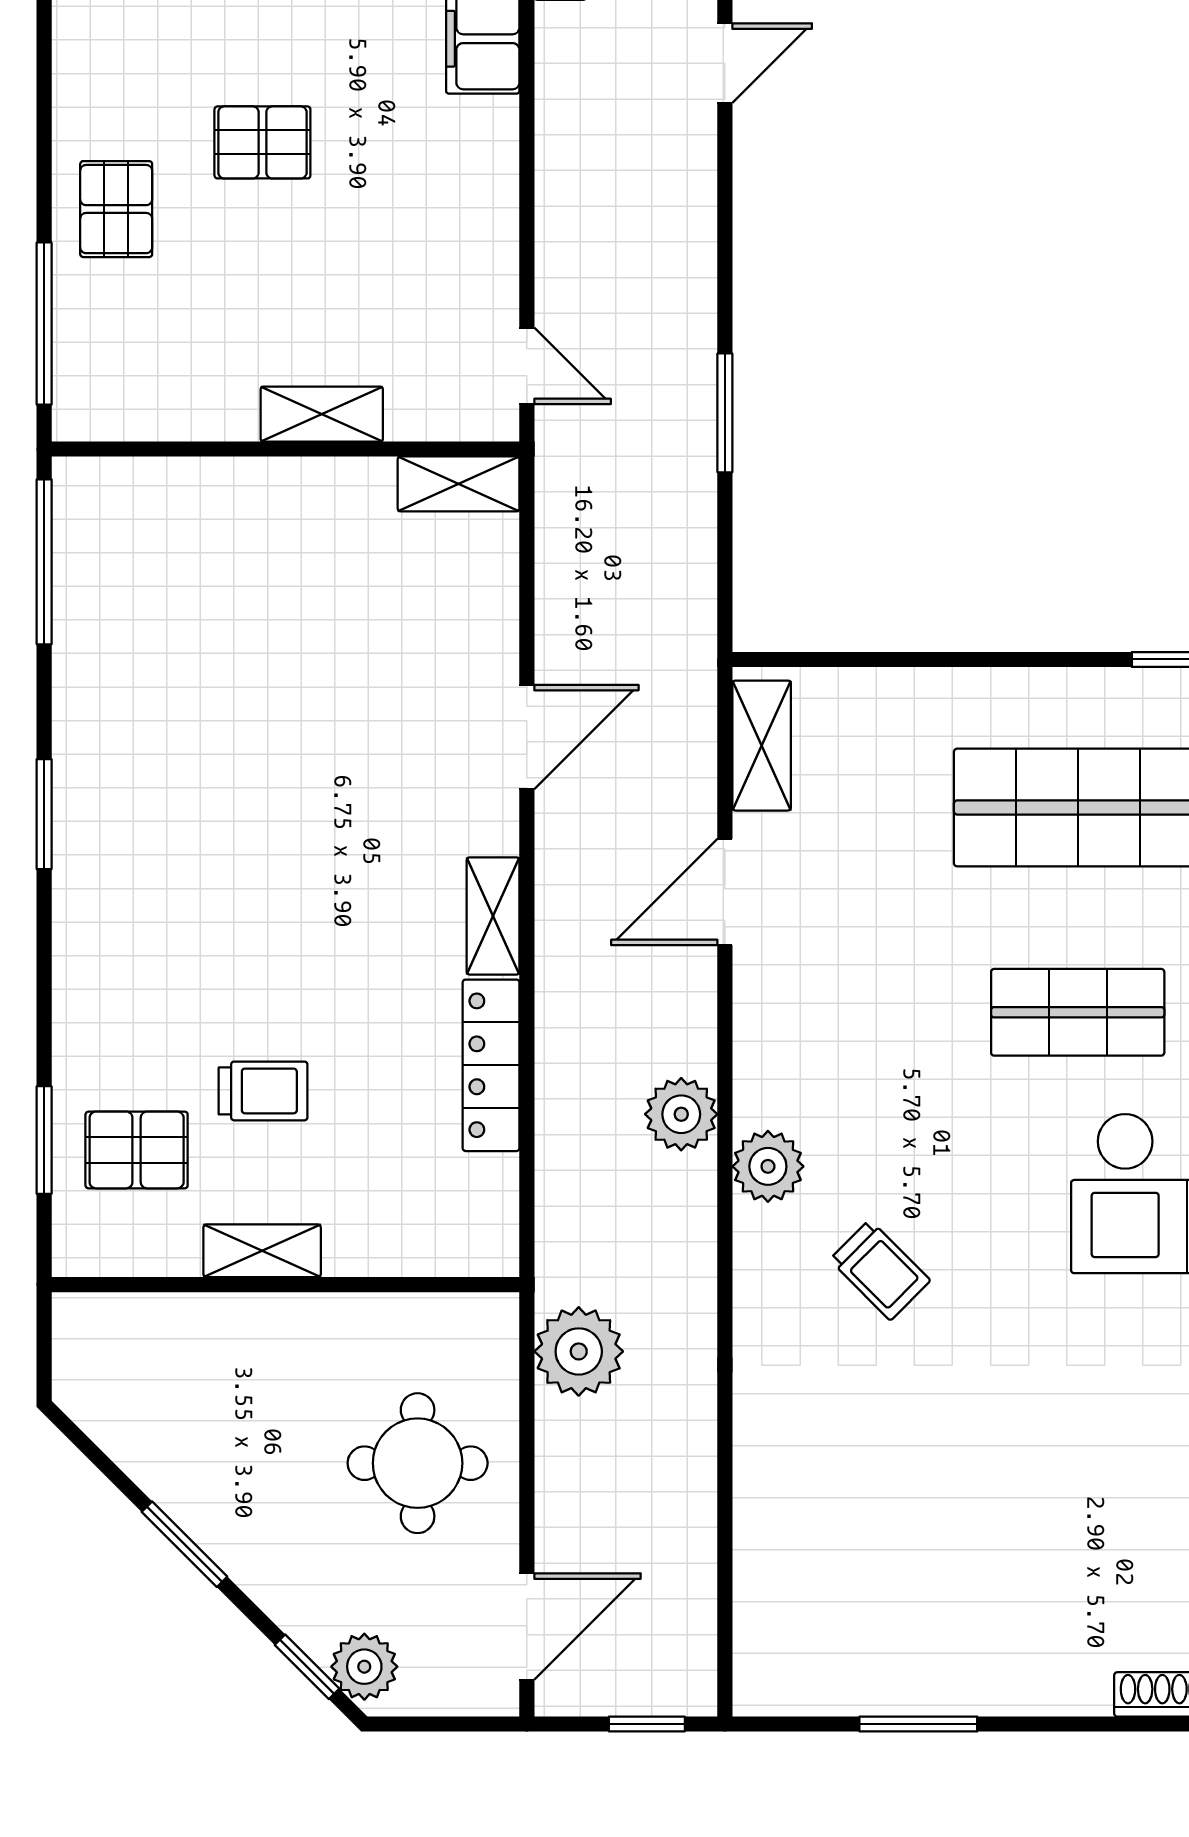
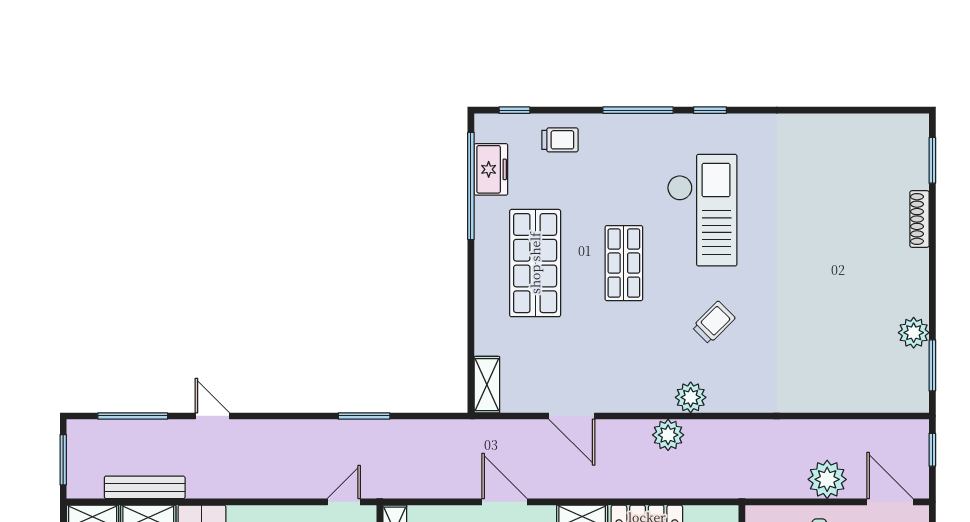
shelving: (762, 746) -> (487, 385), moved, turned 90
trolley: (880, 1270) -> (714, 323), moved
plant: (579, 1351) -> (827, 479), moved
plant: (917, 1681) -> (914, 333), added
window: (918, 1724) -> (932, 365), moved

